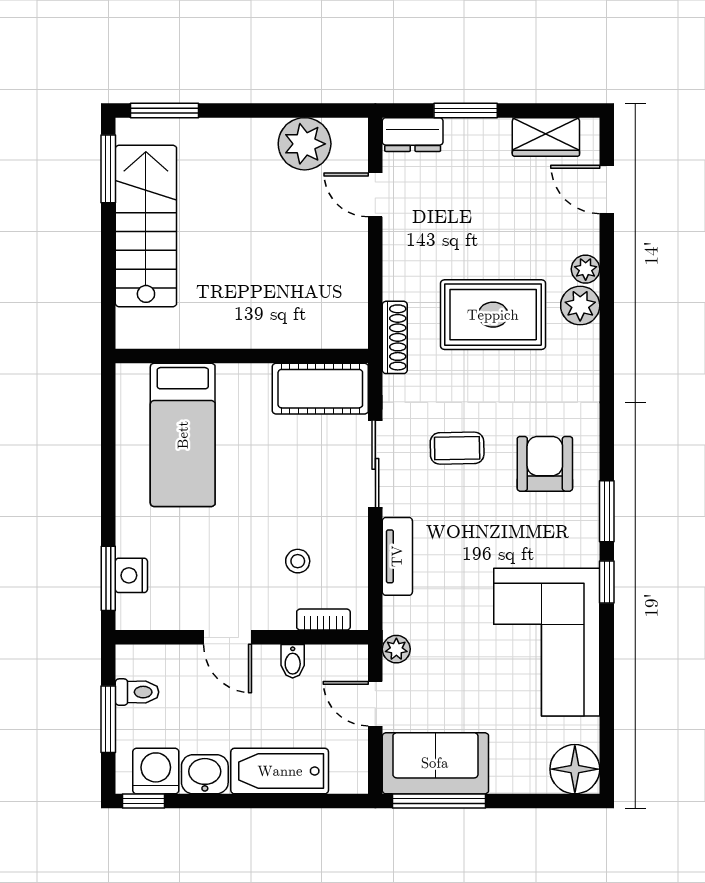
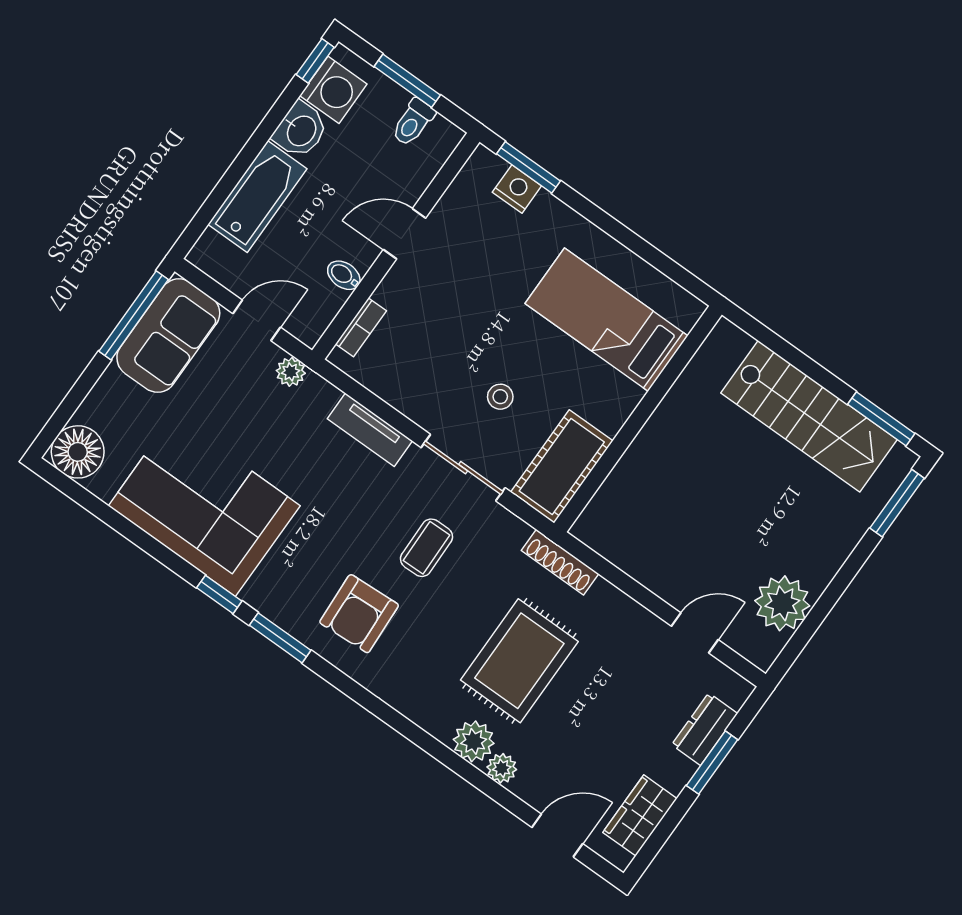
dresser: (413, 135) -> (705, 729), moved
armchair: (545, 464) -> (359, 614), turned 87
stool: (298, 561) -> (500, 397), moved

